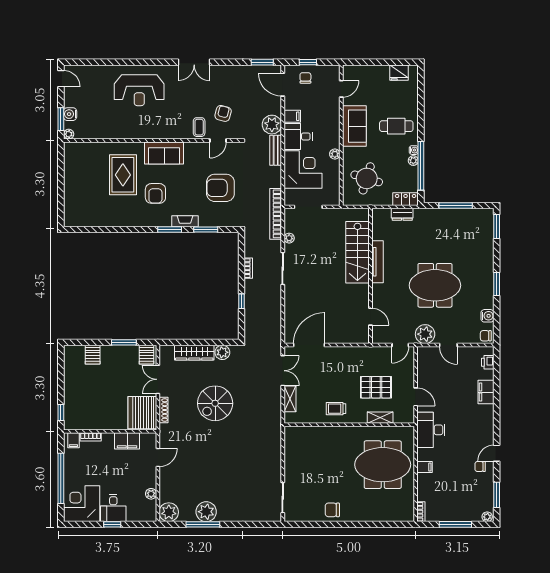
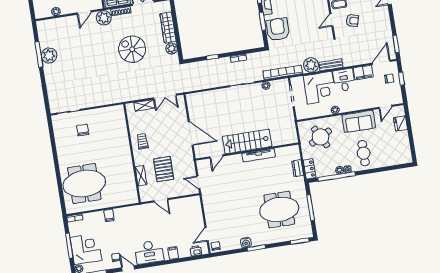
fridge: (399, 73) -> (400, 123), moved
door: (341, 89) -> (385, 107), hinge flipped
filing cabinet: (292, 116) -> (363, 72), width x2.00
plant: (272, 125) -> (311, 65), moved
door: (218, 140) -> (331, 20), hinge flipped
round table: (367, 178) -> (320, 137), turned 45
armchair: (220, 188) -> (278, 29), moved
stairs: (357, 252) -> (247, 141), moved
meeting table: (435, 285) -> (279, 210), moved, turned 90
water cooler: (488, 316) -> (246, 243), moved
plant: (425, 334) -> (210, 200), removed
door: (309, 345) -> (191, 133), moved
door: (448, 345) -> (207, 234), moved
filing cabinet: (486, 392) -> (173, 253), width x0.50
door: (416, 397) -> (161, 200), hinge flipped
desk: (431, 430) -> (149, 252), moved, turned 180
door: (158, 457) -> (84, 12), hinge flipped
meeting table: (383, 465) -> (84, 184), moved, turned 90
corner desk: (463, 504) -> (86, 249), added
chair: (332, 510) -> (83, 130), moved
plant: (169, 512) -> (104, 18), moved

